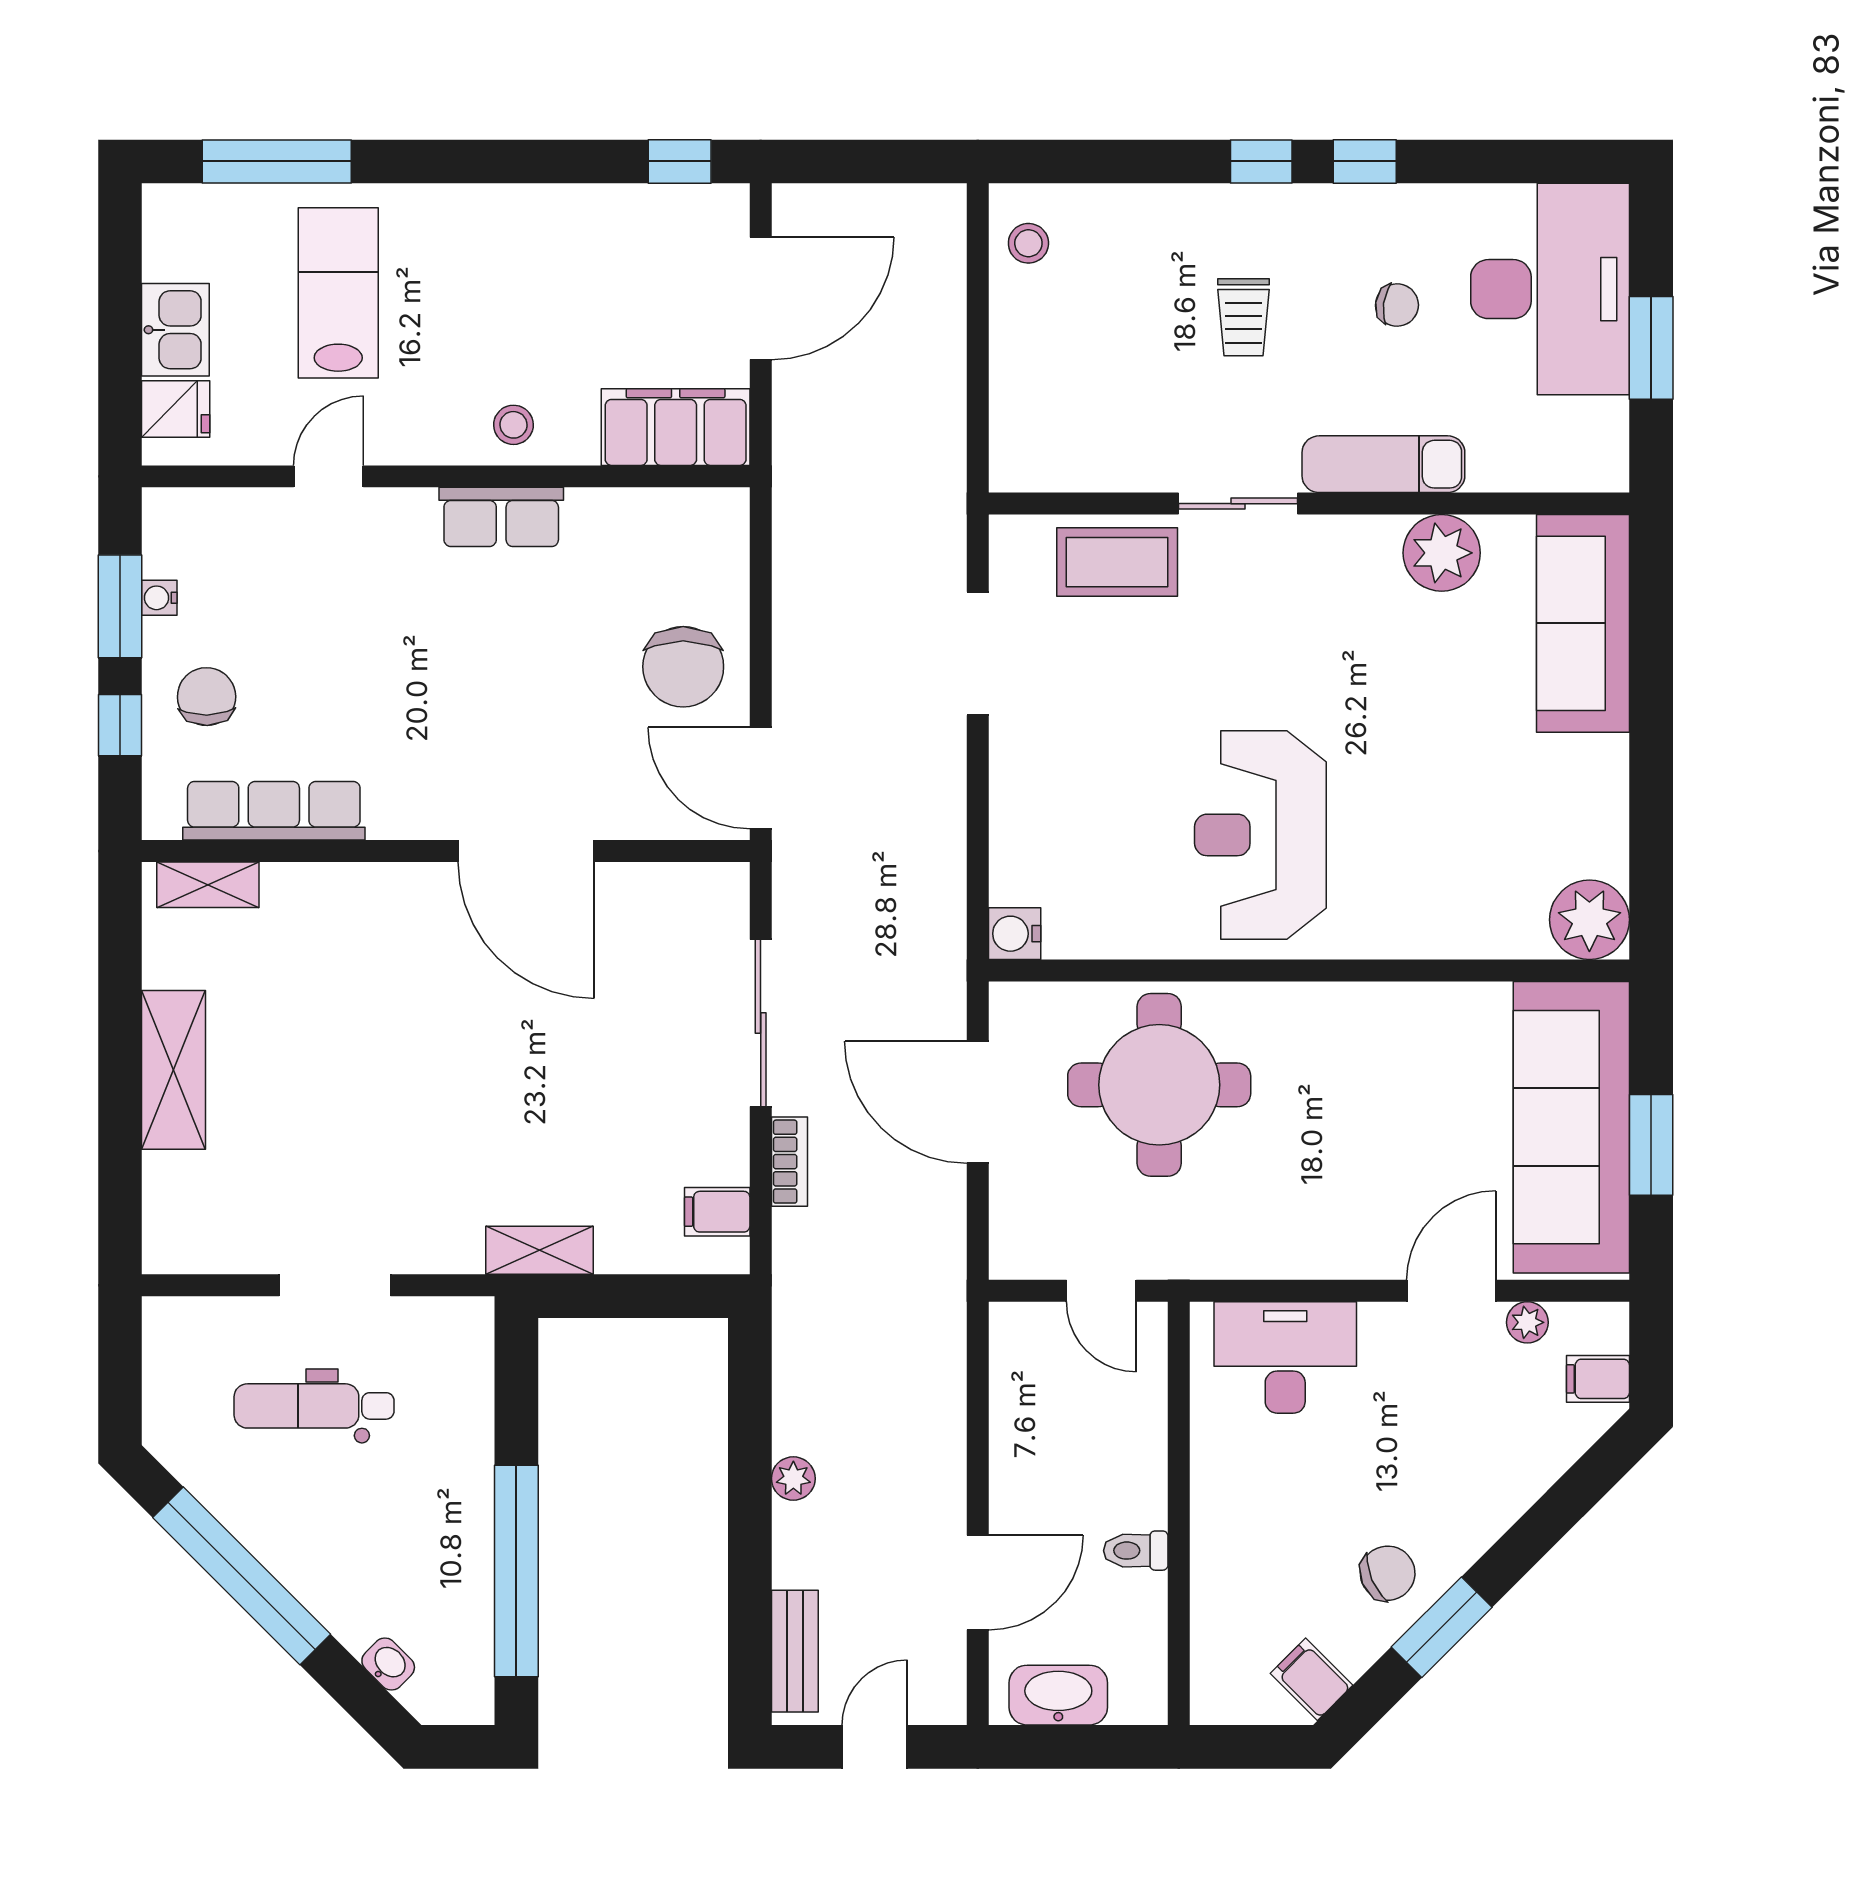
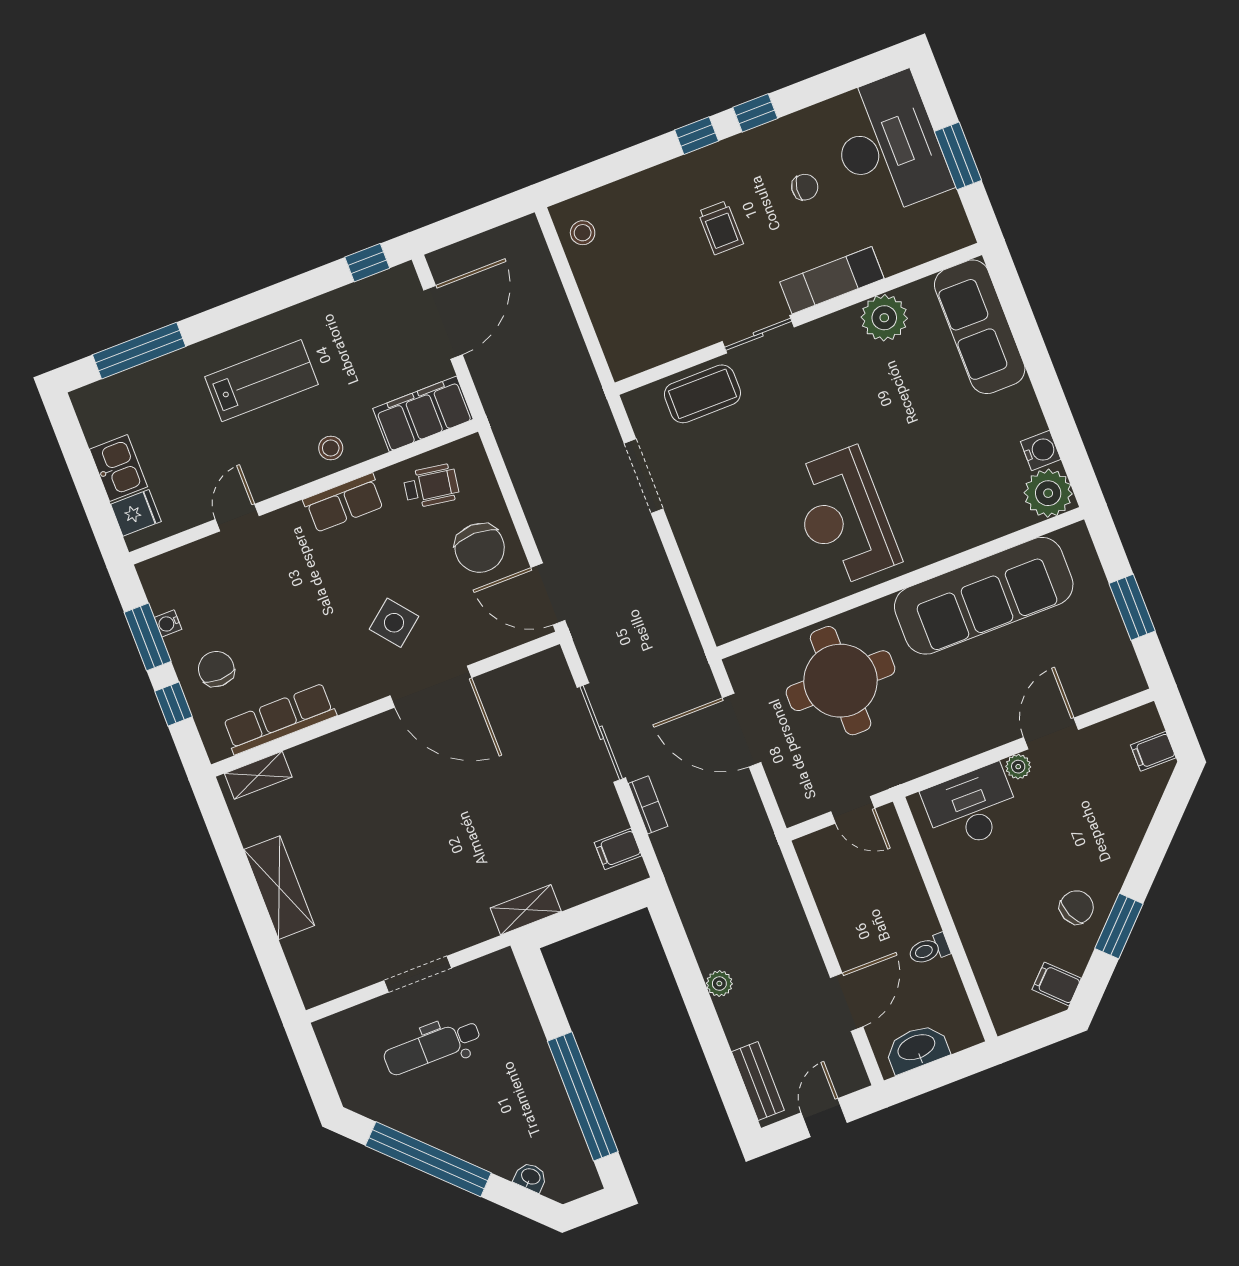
lab bench: (338, 293) -> (262, 381), moved, turned 90
wheelchair: (645, 543) -> (431, 486), added
side table: (507, 731) -> (394, 623), added
water cooler: (1015, 934) -> (1041, 450), moved, turned 180
sofa: (1571, 1127) -> (984, 596), moved, turned -90
plant: (1527, 1322) -> (1018, 767), moved

